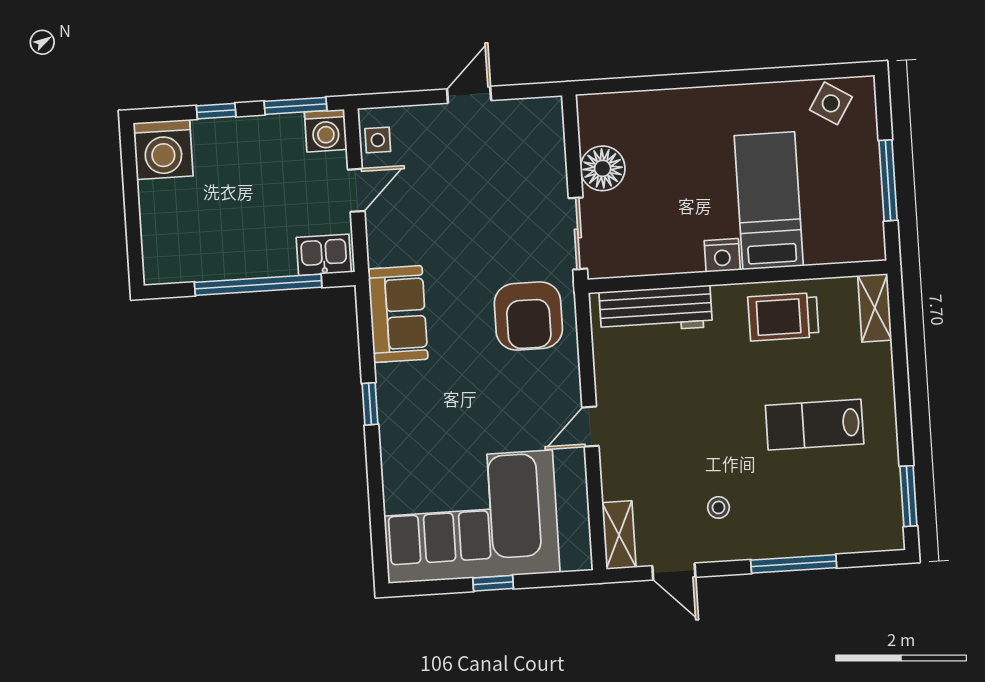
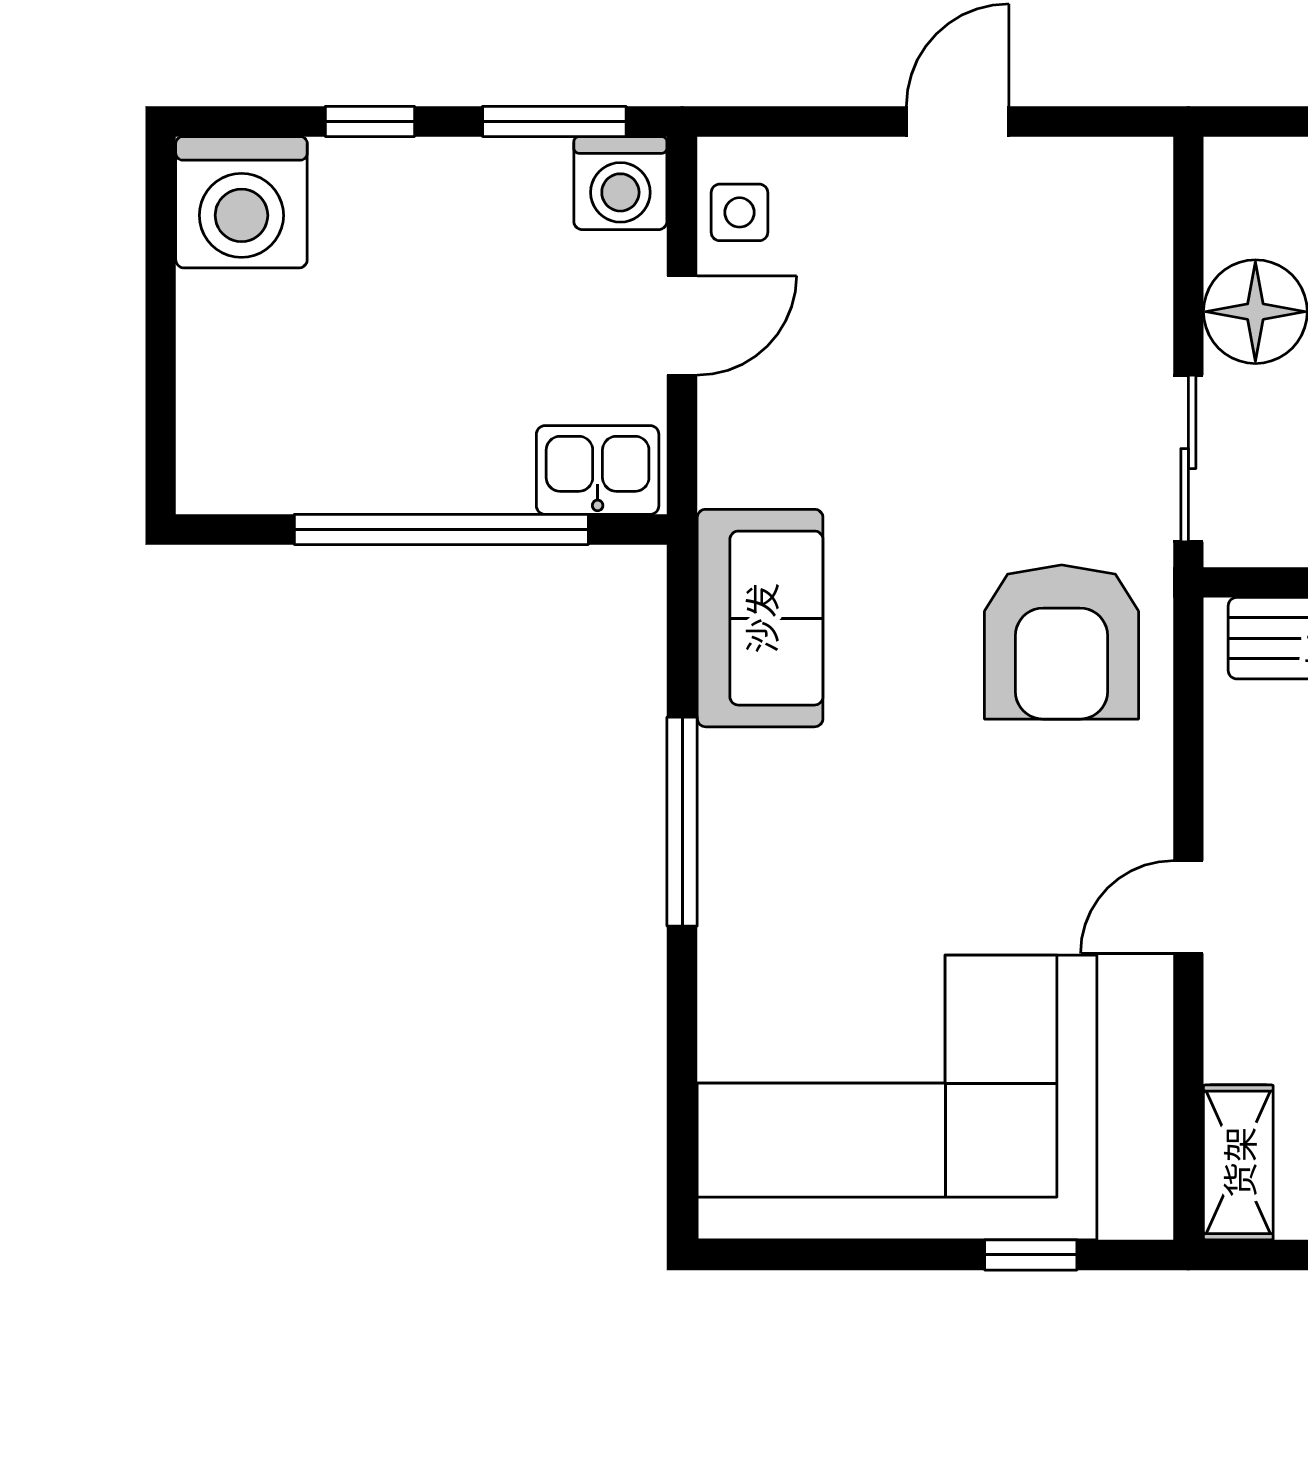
window: (370, 404) -> (682, 822), width x2.17
window: (493, 583) -> (1031, 1255), moved

